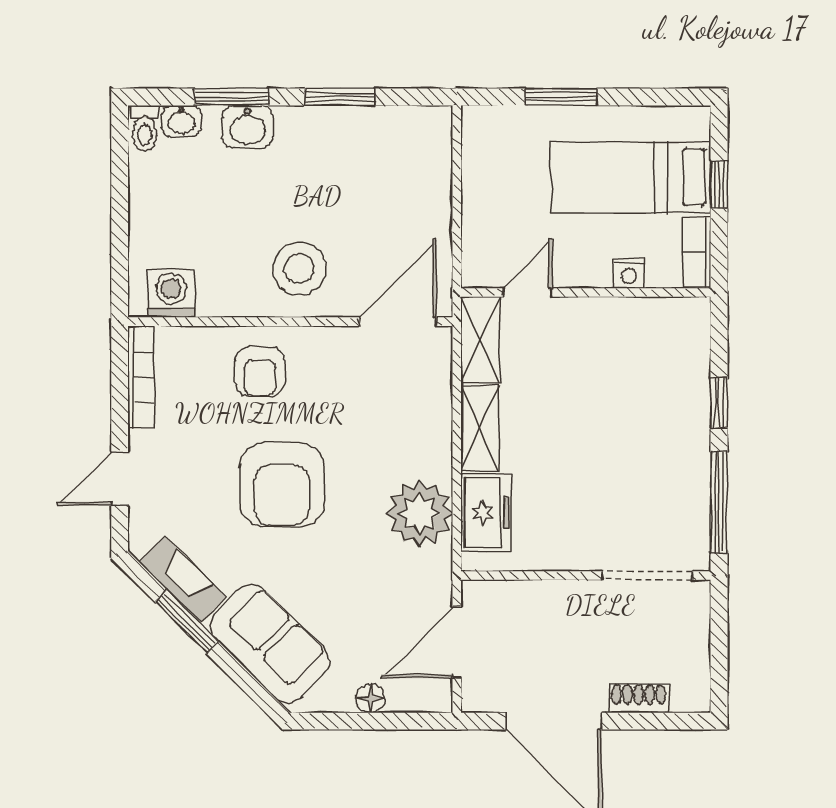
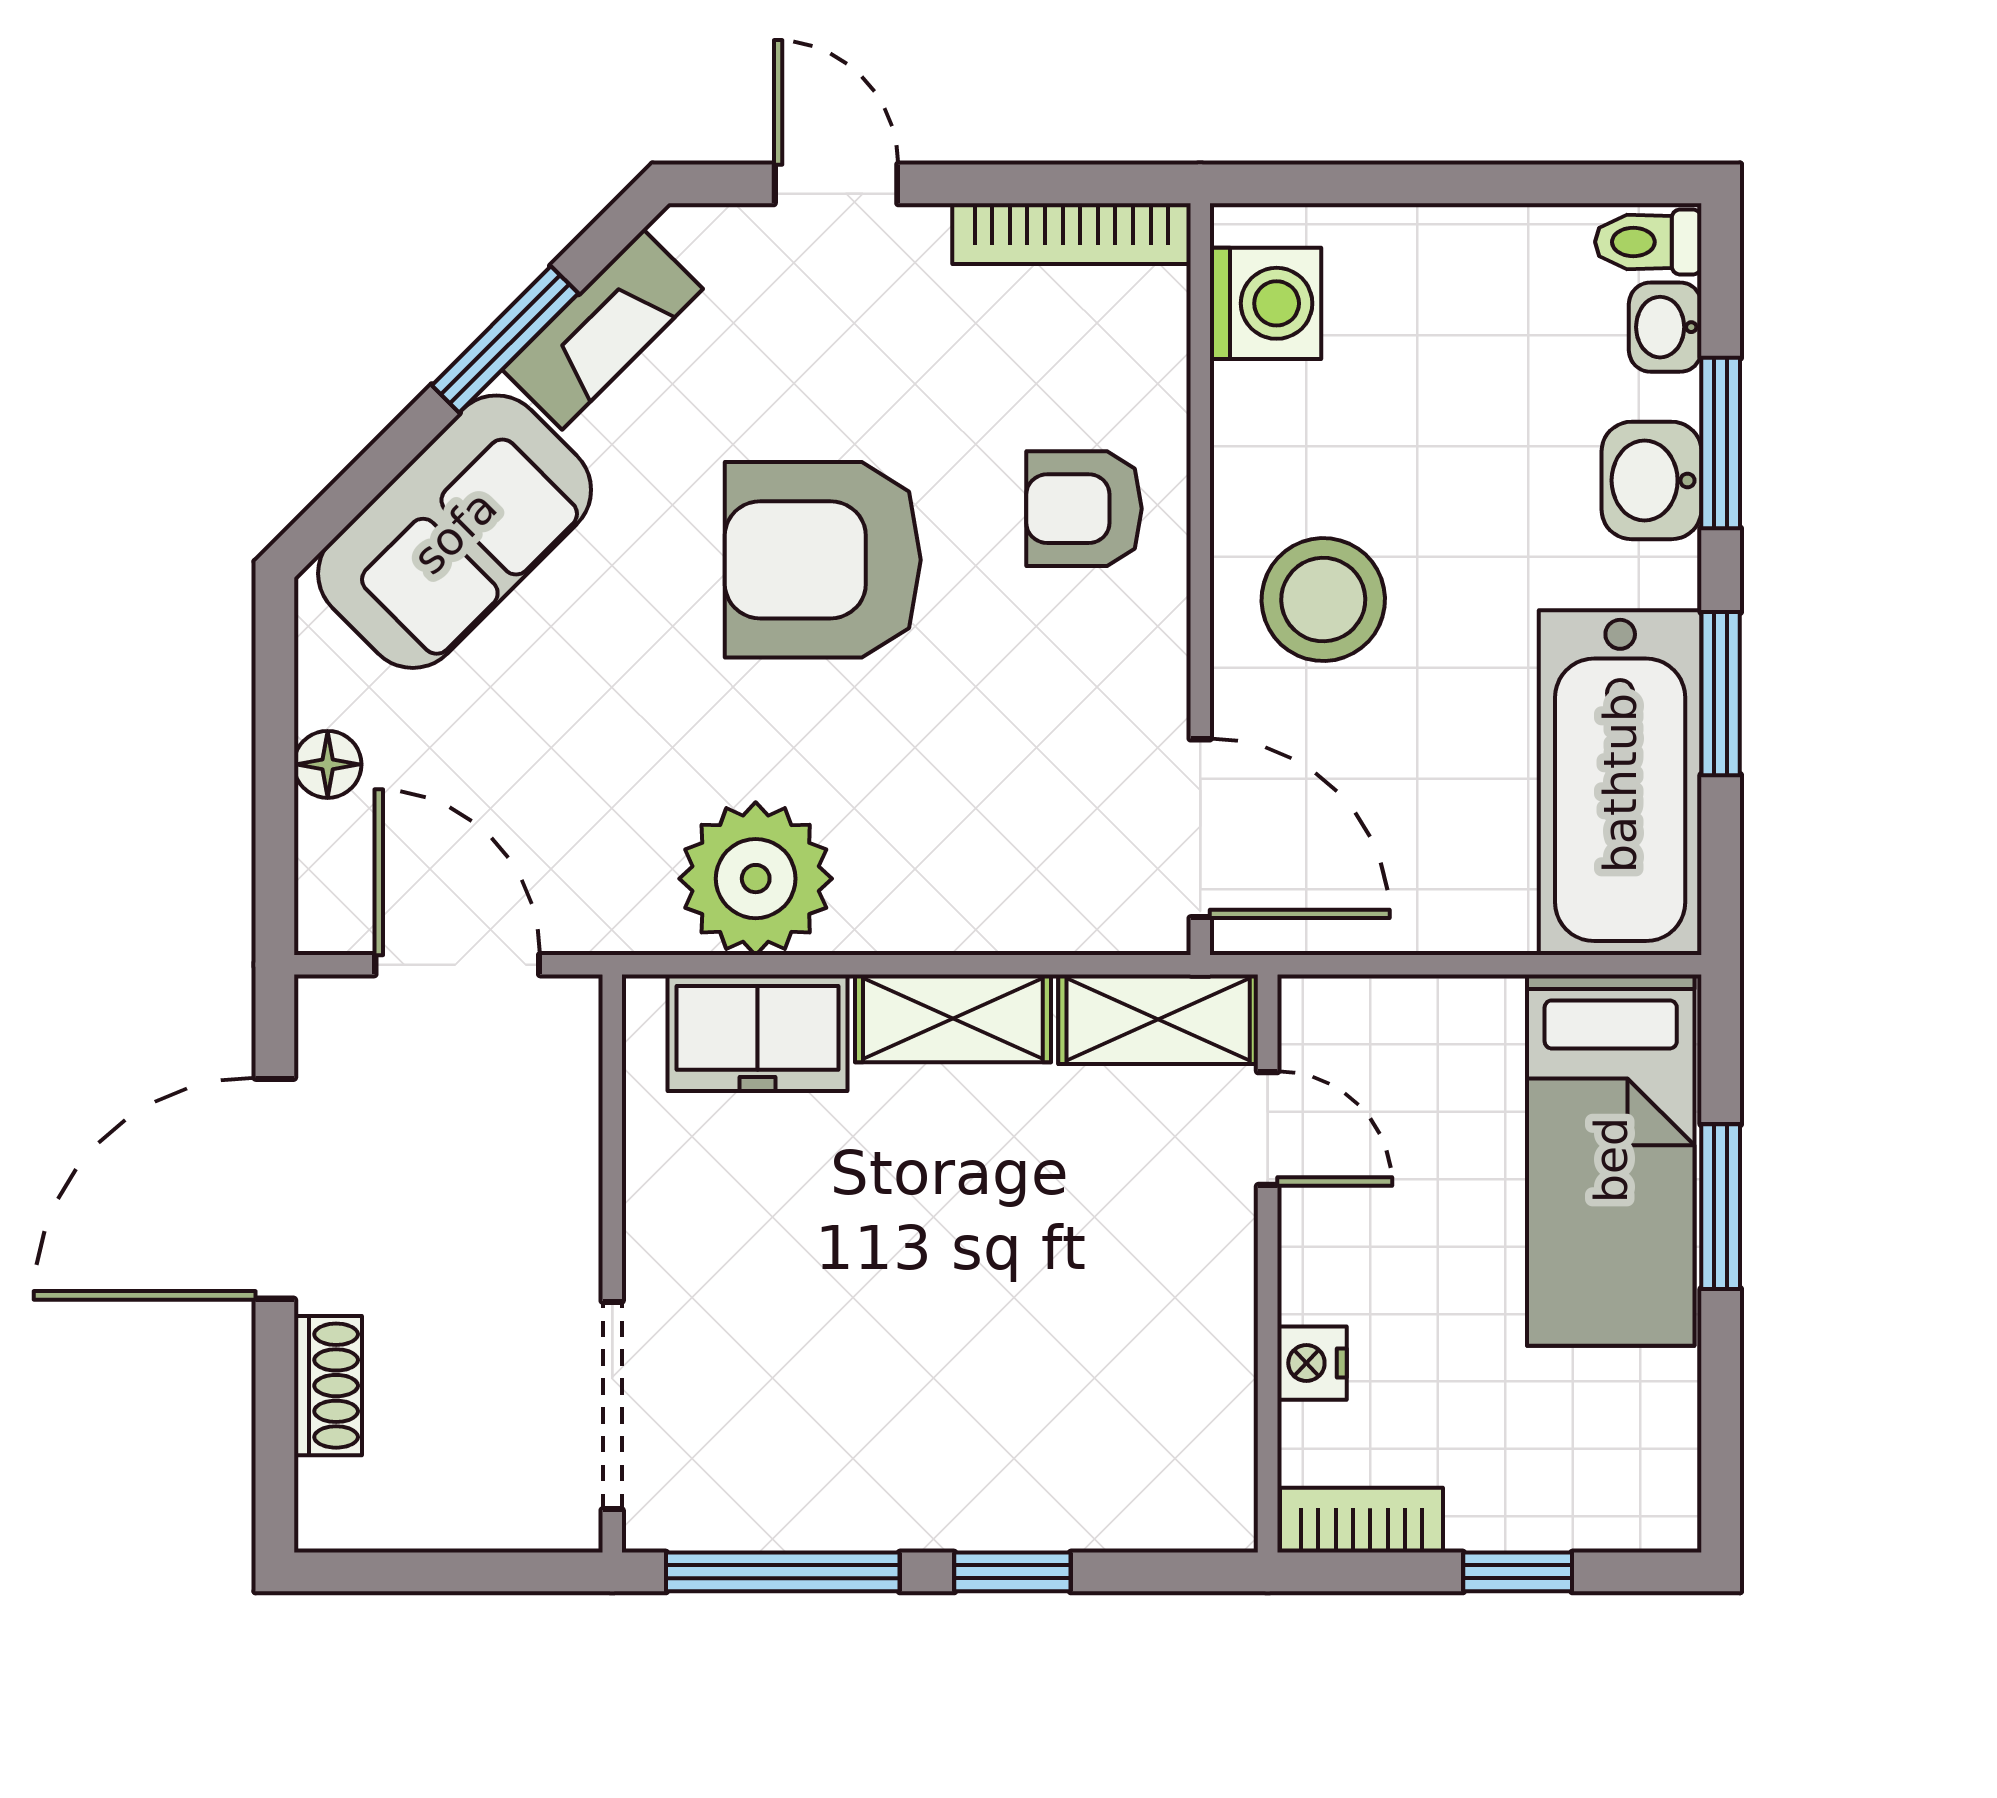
bathtub: (378, 140) -> (1620, 783), added
bed: (630, 177) -> (1611, 1160), moved, turned 180

